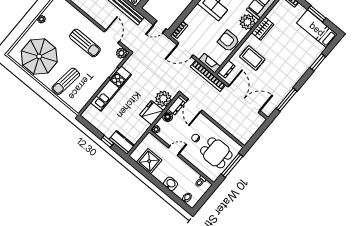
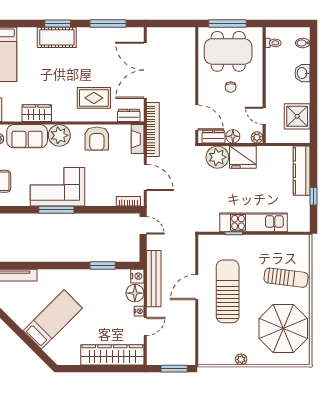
wardrobe: (263, 28) -> (37, 113), moved
door: (112, 37) -> (197, 287), moved
sun lounger: (85, 43) -> (228, 291), width x1.36, depth x1.34
plant: (121, 53) -> (206, 243), removed
rug: (252, 58) -> (94, 98), turned 90
window: (318, 62) -> (58, 24), moved
cot: (302, 65) -> (57, 37), added
door: (194, 106) -> (197, 117), hinge flipped
window: (107, 141) -> (313, 196), moved
kitchen counter: (122, 142) -> (302, 171), width x1.50
door: (174, 151) -> (264, 116), moved
dining table: (216, 153) -> (228, 51), width x1.37

